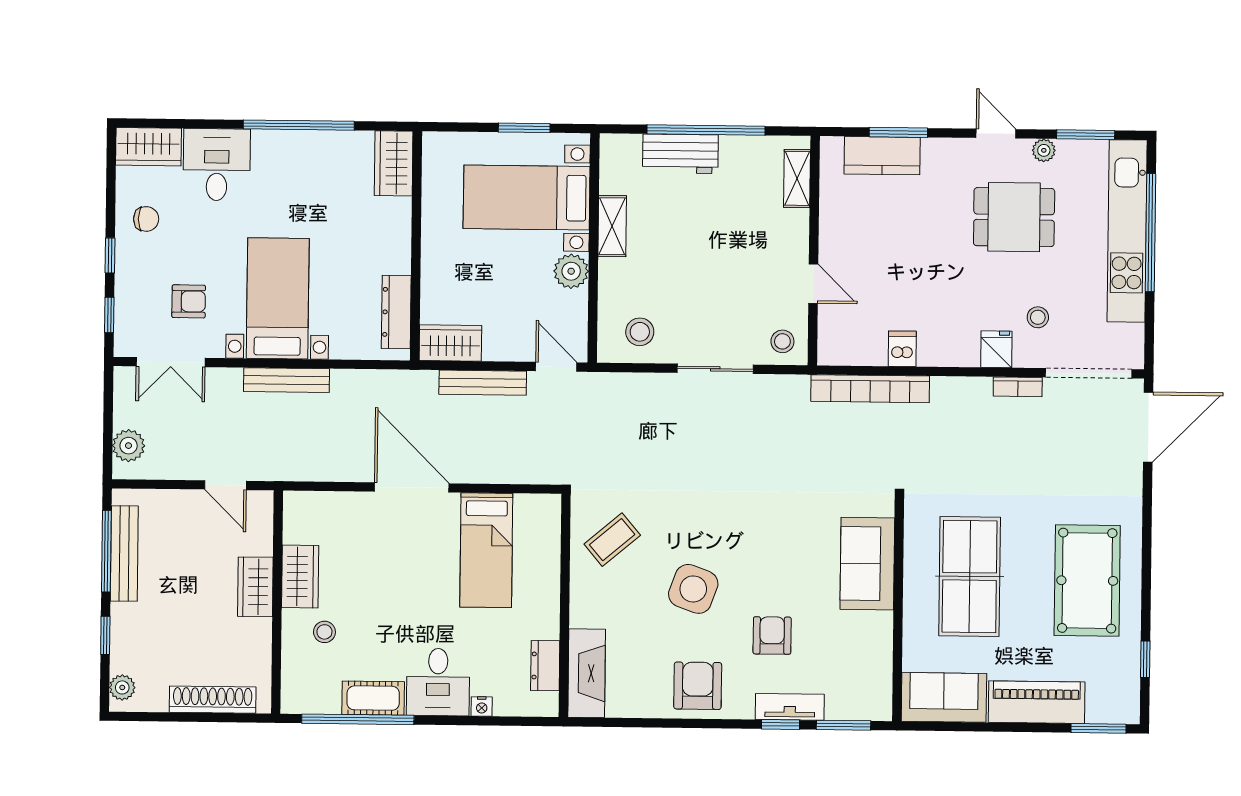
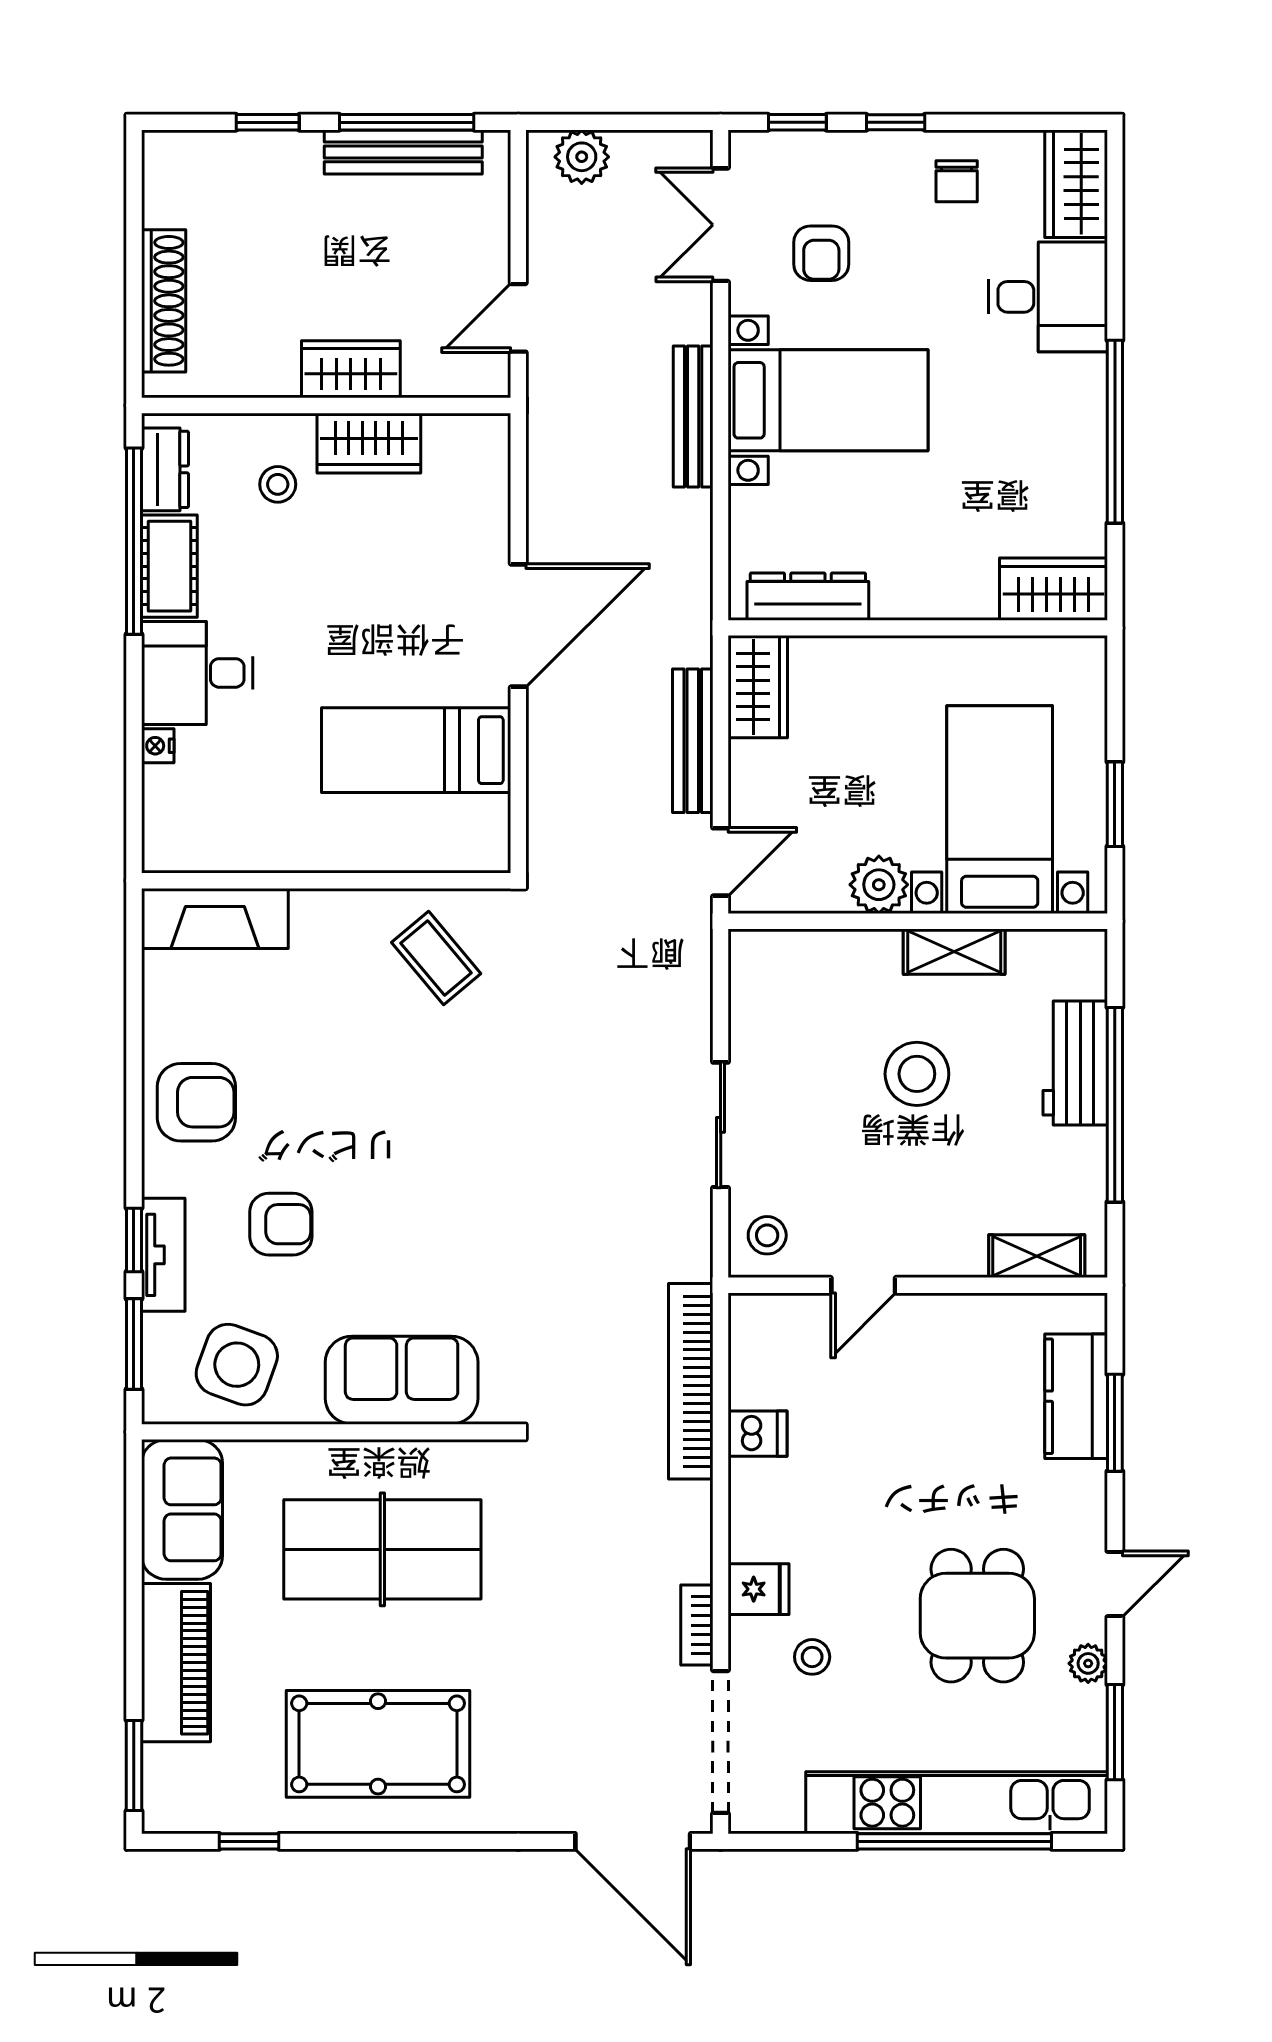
stool: (640, 332) -> (917, 1074), moved, width x1.38, depth x1.38
side table: (693, 589) -> (237, 1365), moved
dresser: (545, 666) -> (165, 469), moved, turned 90
plant: (122, 687) -> (182, 151), removed

